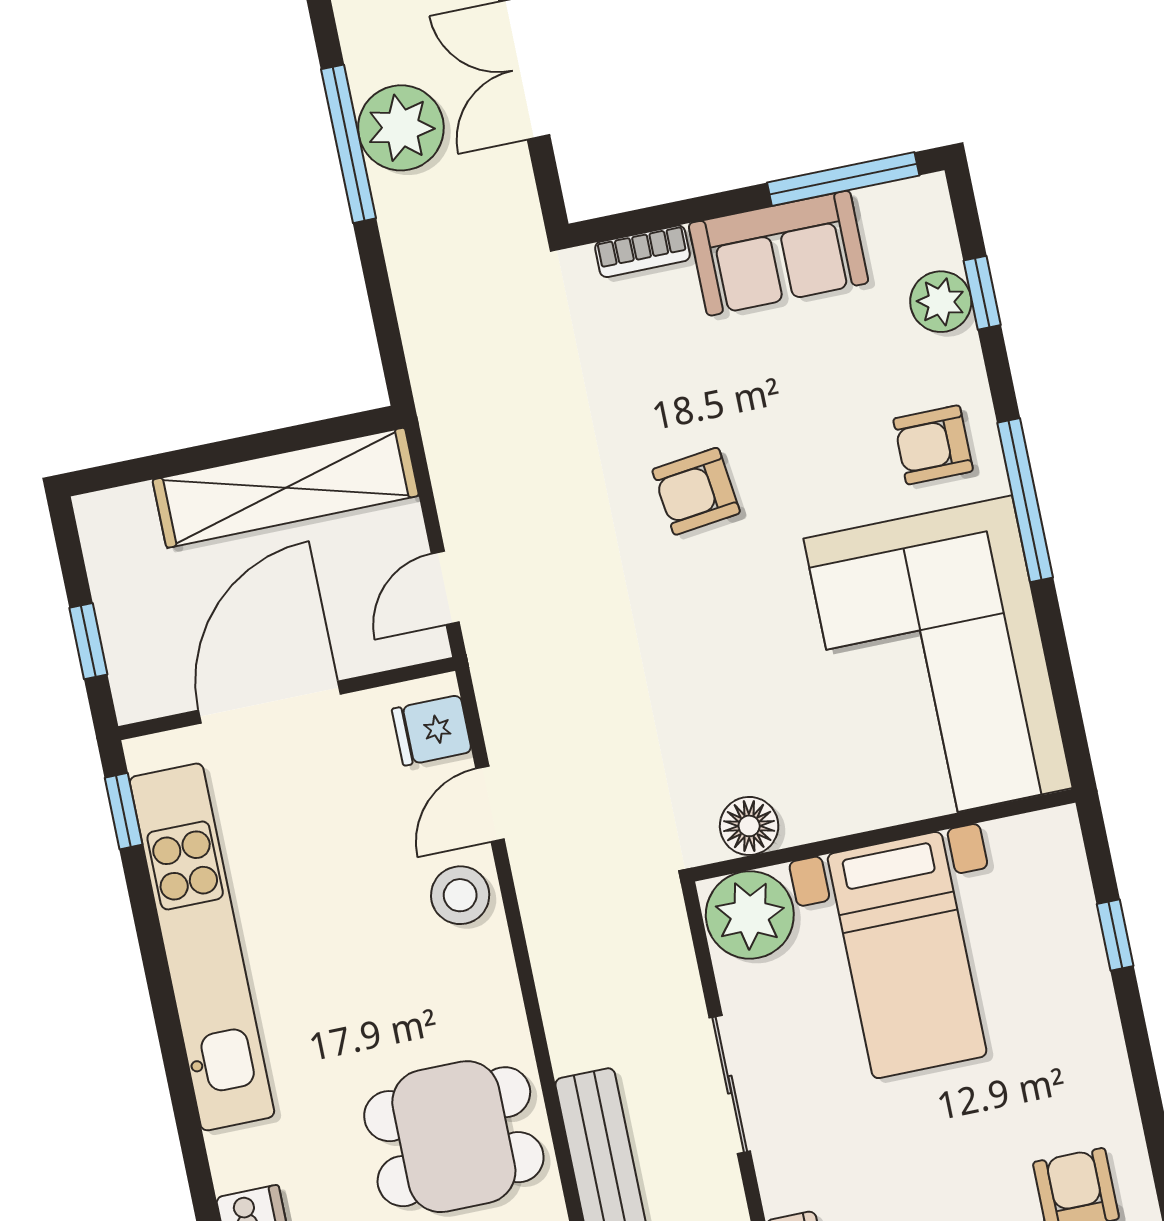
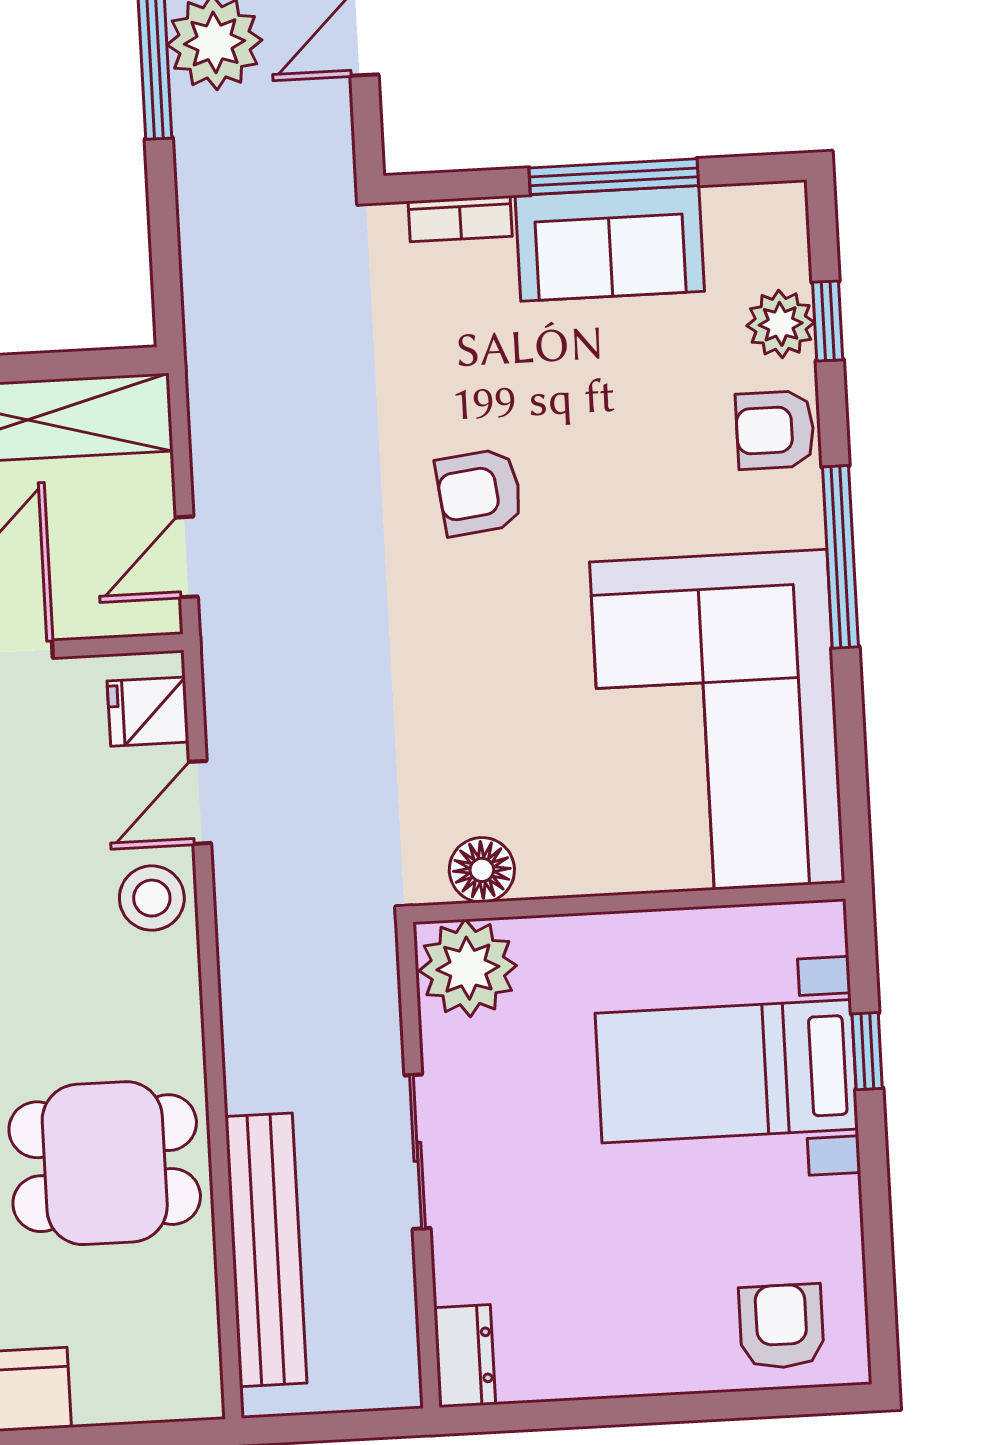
window: (843, 179) -> (614, 177), moved
armchair: (933, 445) -> (775, 430), moved
bed with nightstands: (907, 955) -> (727, 1071), moved, turned 90

